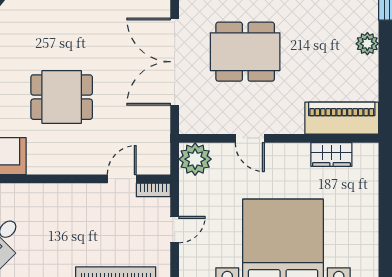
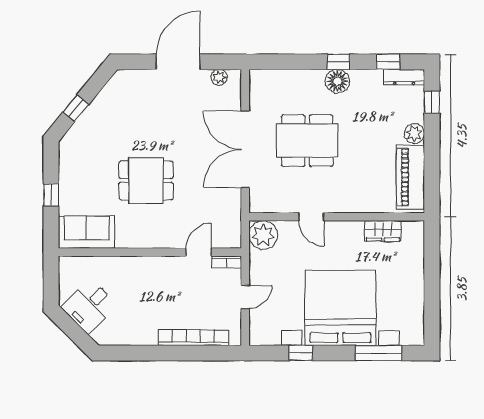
piano: (342, 118) -> (410, 177), moved, turned -90

